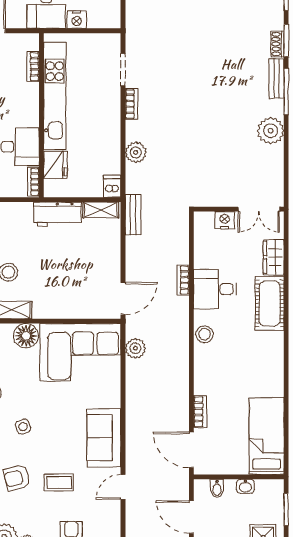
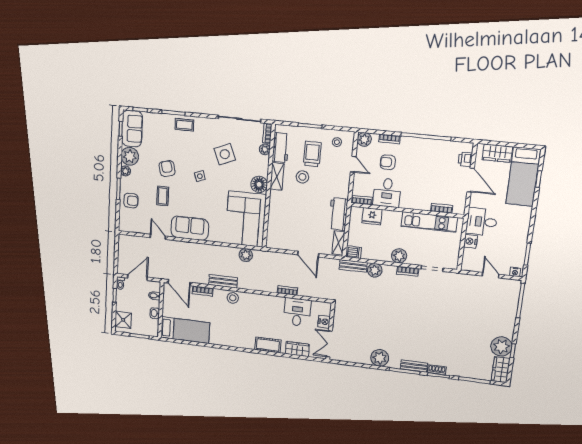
kitchen unit: (55, 96) -> (429, 222), width x0.73
plant: (110, 119) -> (399, 256), added
bench: (133, 215) -> (353, 266), moved
desk: (215, 289) -> (297, 312), moved
door: (123, 299) -> (308, 254), moved
cot: (270, 303) -> (268, 345), width x0.73, depth x0.75
stool: (205, 334) -> (233, 298), moved
bench: (181, 381) -> (223, 281), added
door: (191, 450) -> (179, 283), swing flipped

